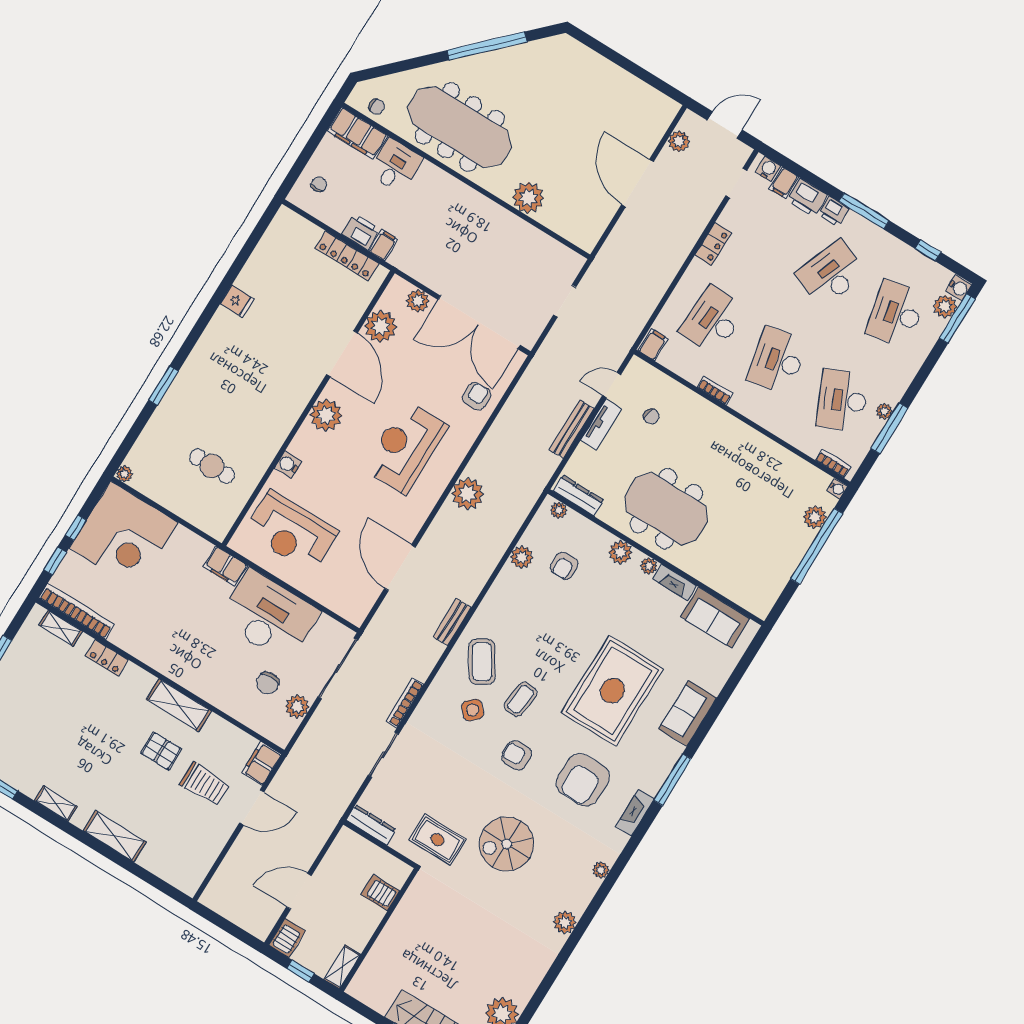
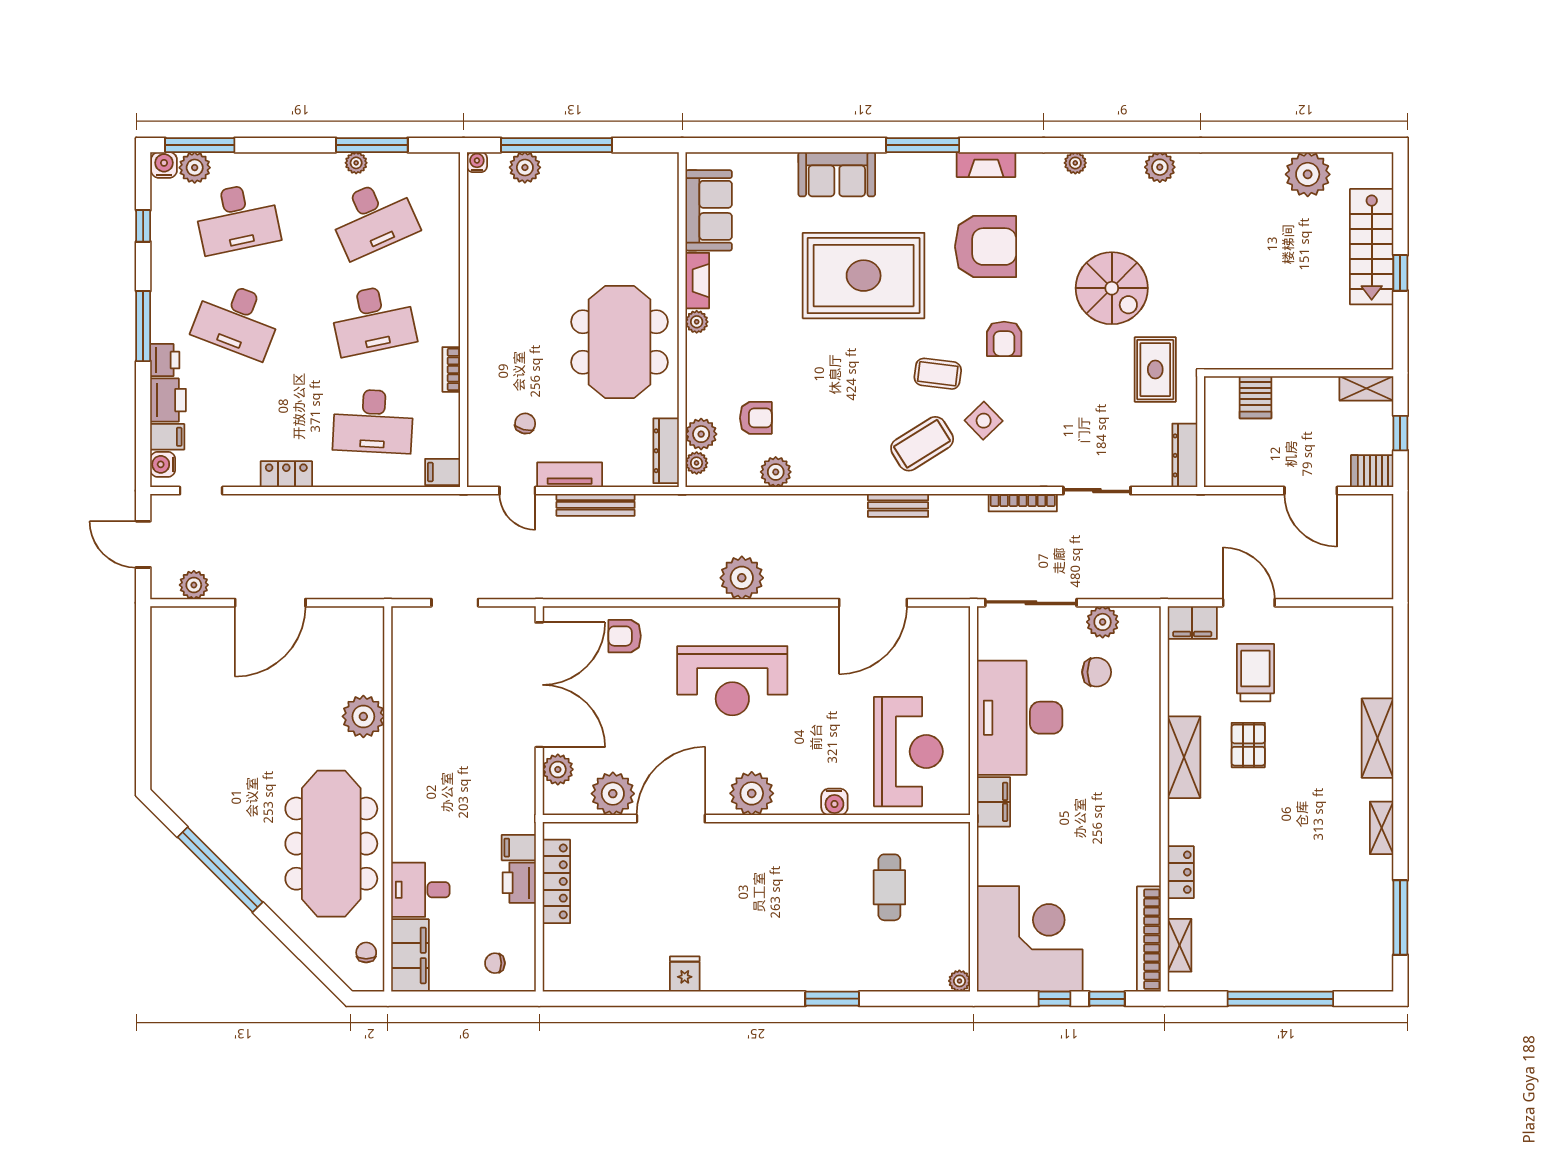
bookcase: (833, 463) -> (451, 184), removed
plant: (620, 552) -> (701, 434), moved

